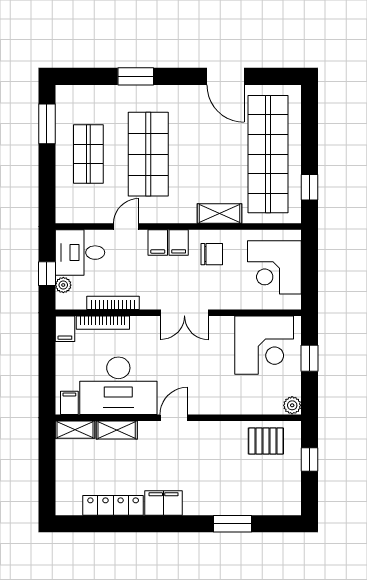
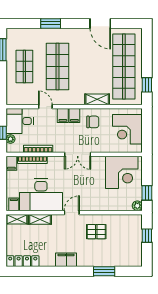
door: (126, 227) -> (45, 107), hinge flipped
window: (309, 358) -> (147, 193), moved
pallet: (266, 441) -> (96, 232), moved
locker: (113, 505) -> (23, 261), moved

